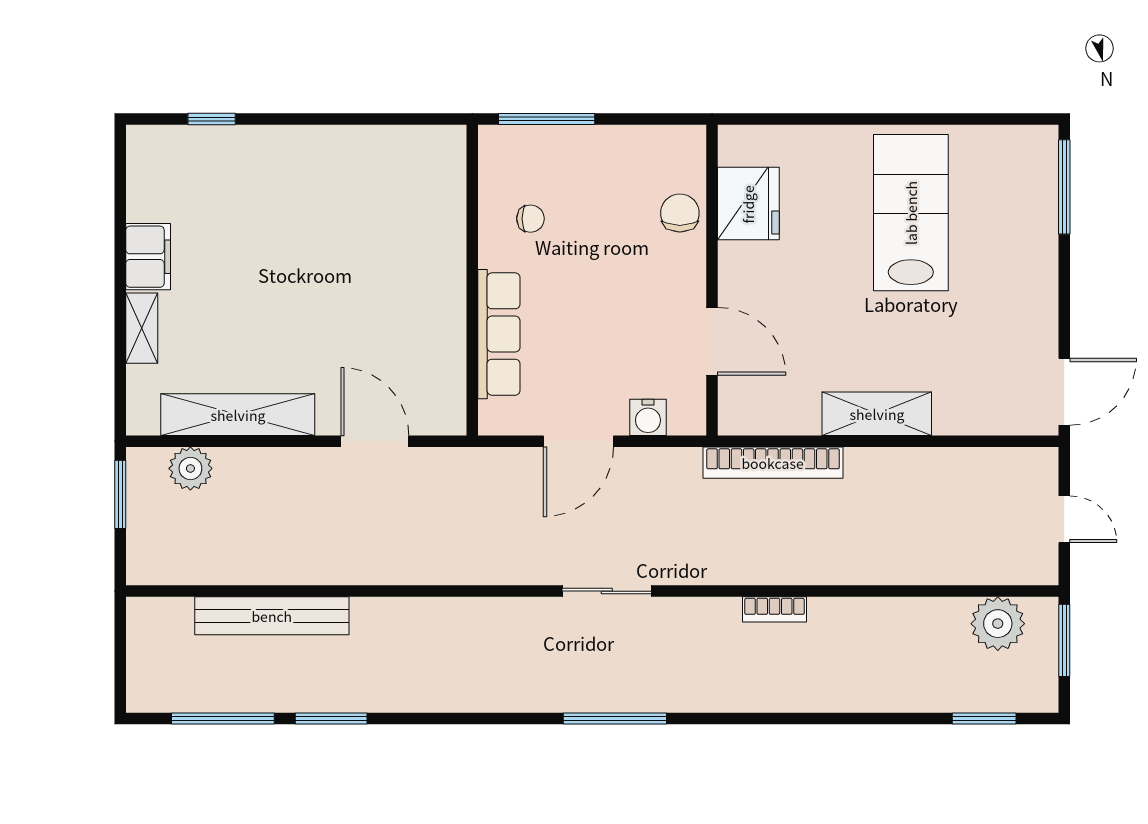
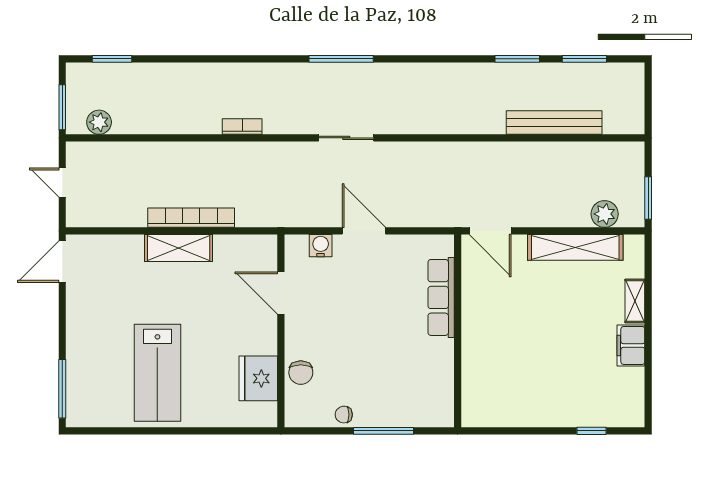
chair: (530, 219) -> (344, 415), moved
wall: (472, 280) -> (458, 331), moved
row of seats: (499, 334) -> (441, 297), moved
door: (578, 441) -> (364, 231), hinge flipped
bookcase: (773, 463) -> (191, 218), moved
plant: (998, 624) -> (99, 122), width x0.73, depth x0.73
window: (223, 718) -> (584, 59), width x0.69

